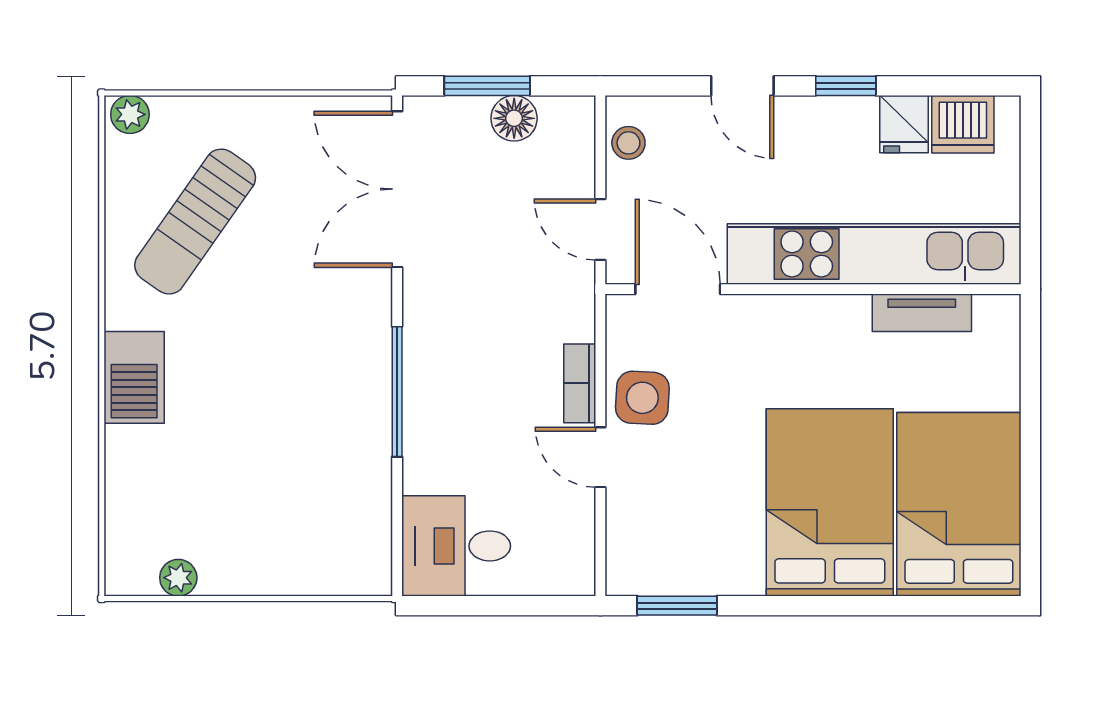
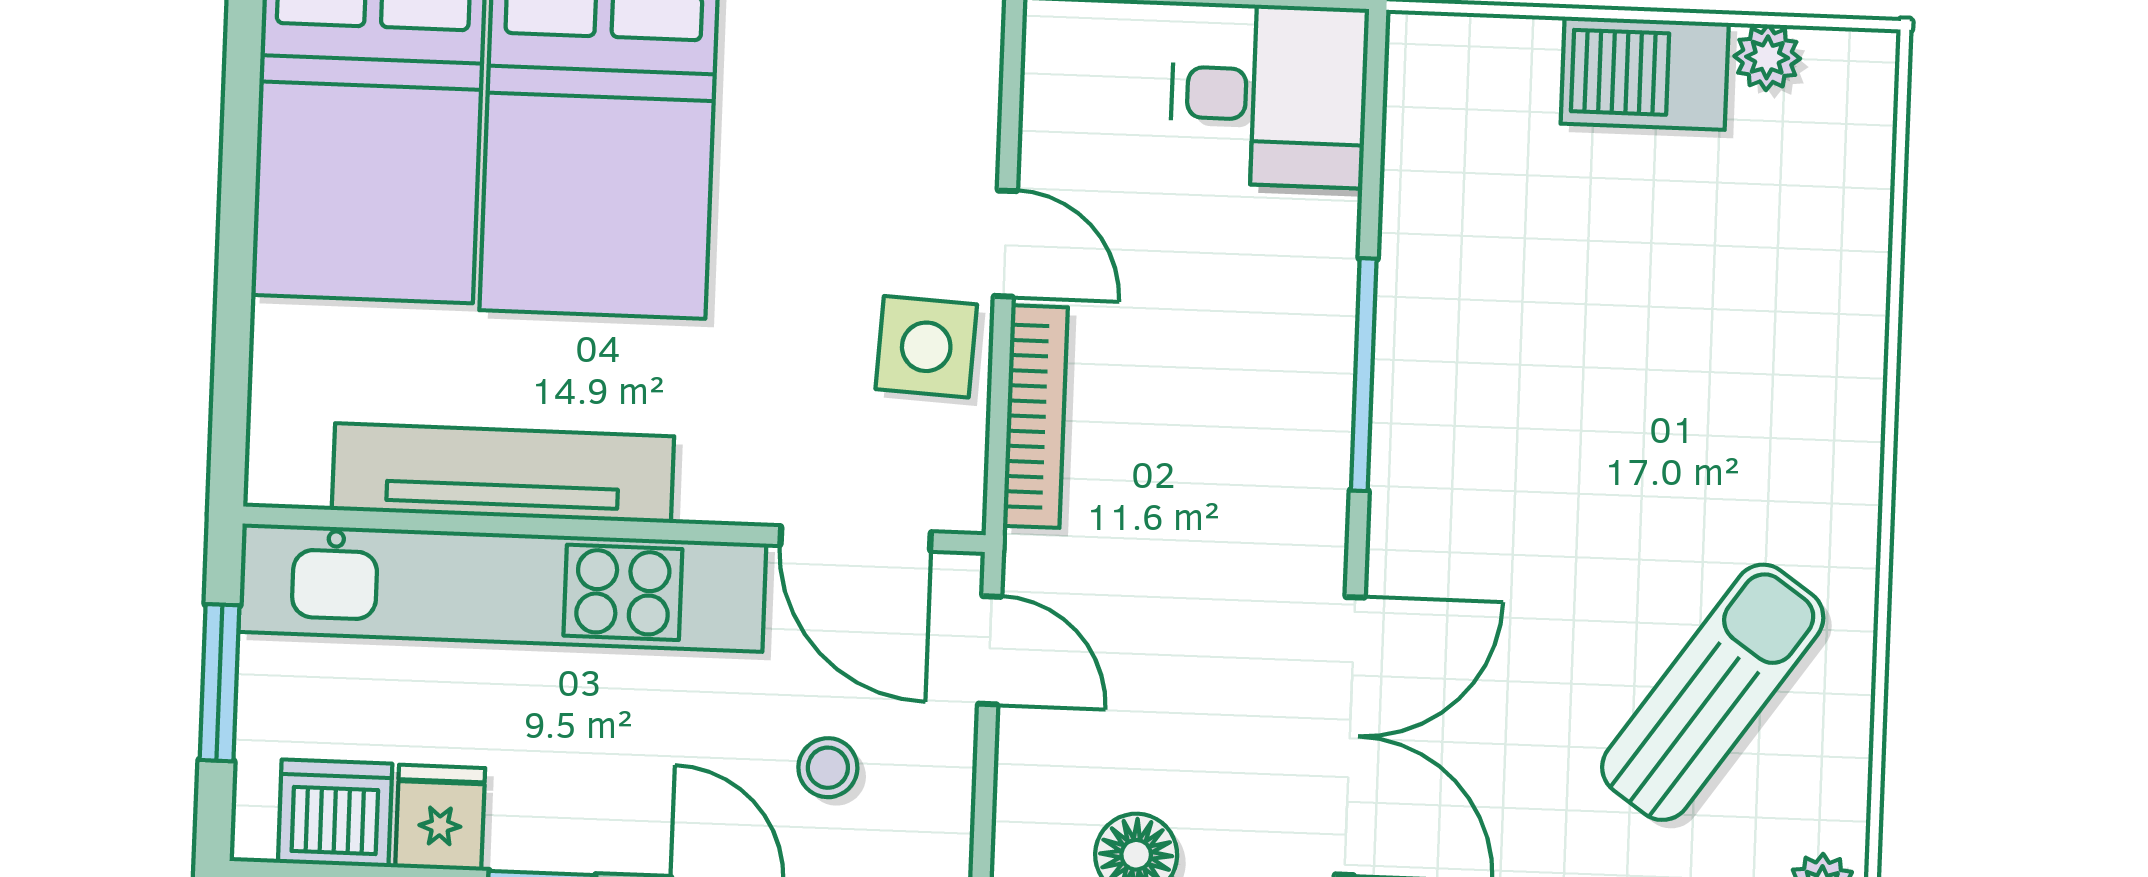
stool: (628, 143) -> (828, 768), moved
window: (1030, 195) -> (219, 683), added
tv unit: (922, 313) -> (503, 473), width x1.92, depth x1.29
barbecue: (134, 377) -> (1645, 73), moved, turned -90
bookcase: (580, 383) -> (1035, 417), width x1.56

